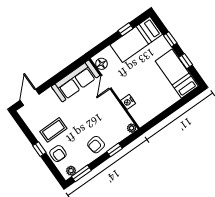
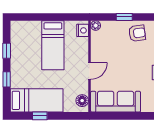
bed: (177, 74) -> (53, 45), moved
door: (106, 82) -> (89, 71), moved
nightstand: (128, 102) -> (83, 30), moved

